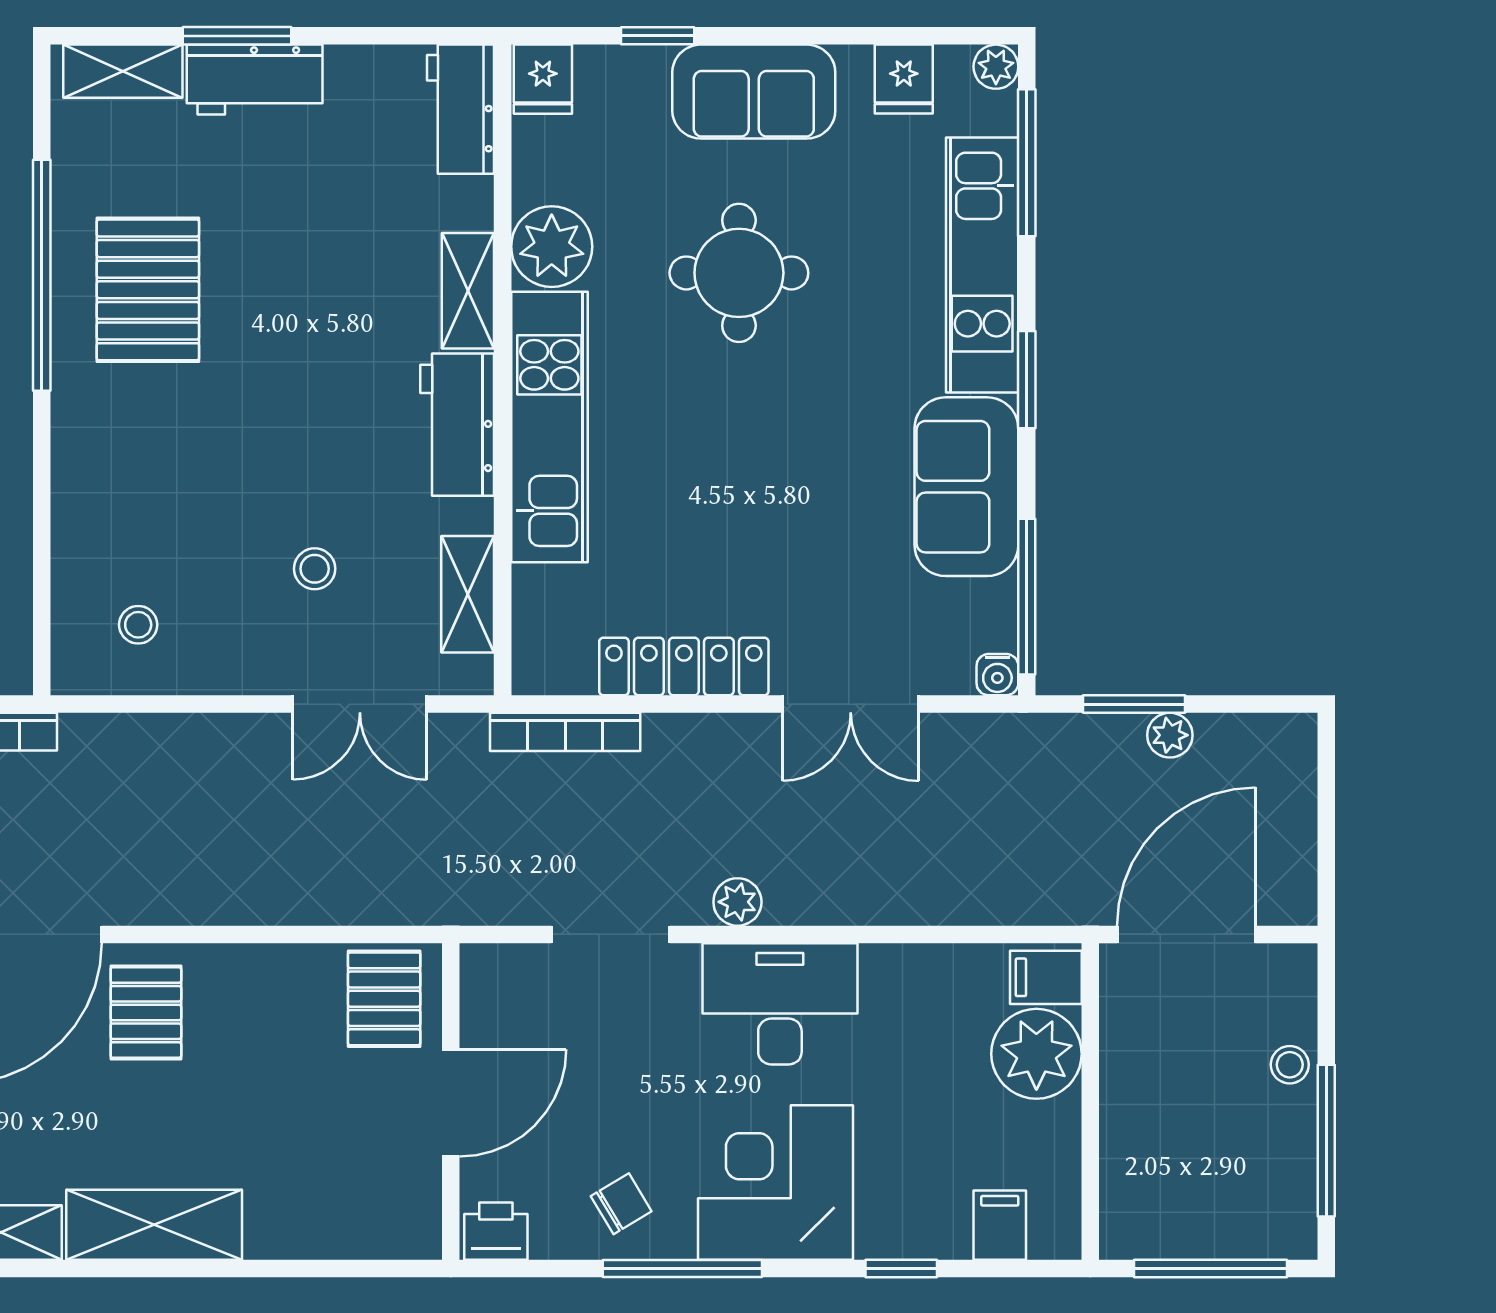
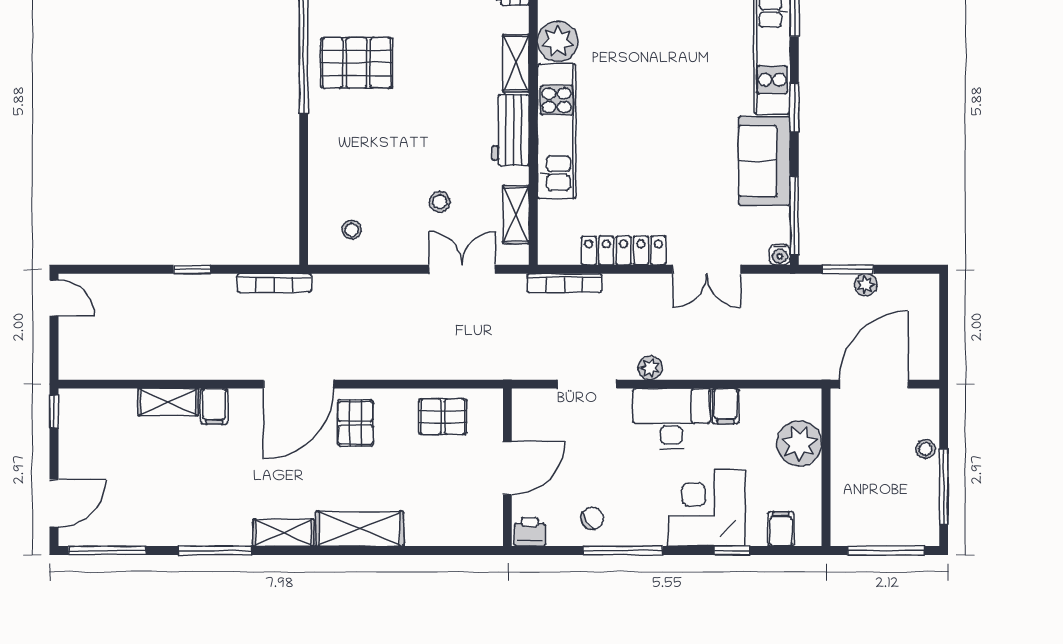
round table: (739, 273) -> (651, 54), removed
pallet: (148, 290) -> (357, 63), turned 90
double door: (360, 704) -> (462, 269), swing flipped
filing cabinet: (1046, 977) -> (726, 406), moved, turned -90
pallet: (384, 999) -> (443, 417), moved, turned 90
corner desk: (775, 1183) -> (707, 508), moved

